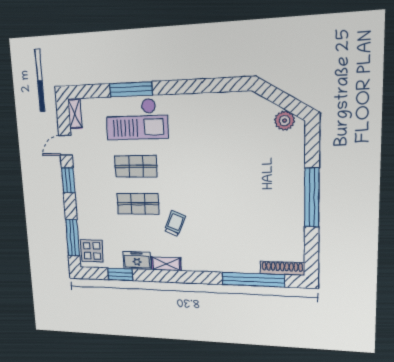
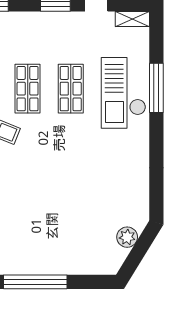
plant: (285, 121) -> (127, 237), moved

